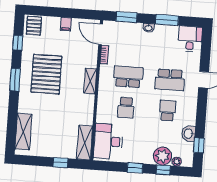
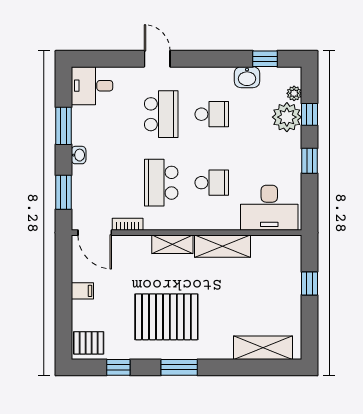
door: (101, 34) -> (95, 233), hinge flipped
school desk: (168, 111) -> (212, 114), turned 180
shelving: (85, 142) -> (222, 246), moved

